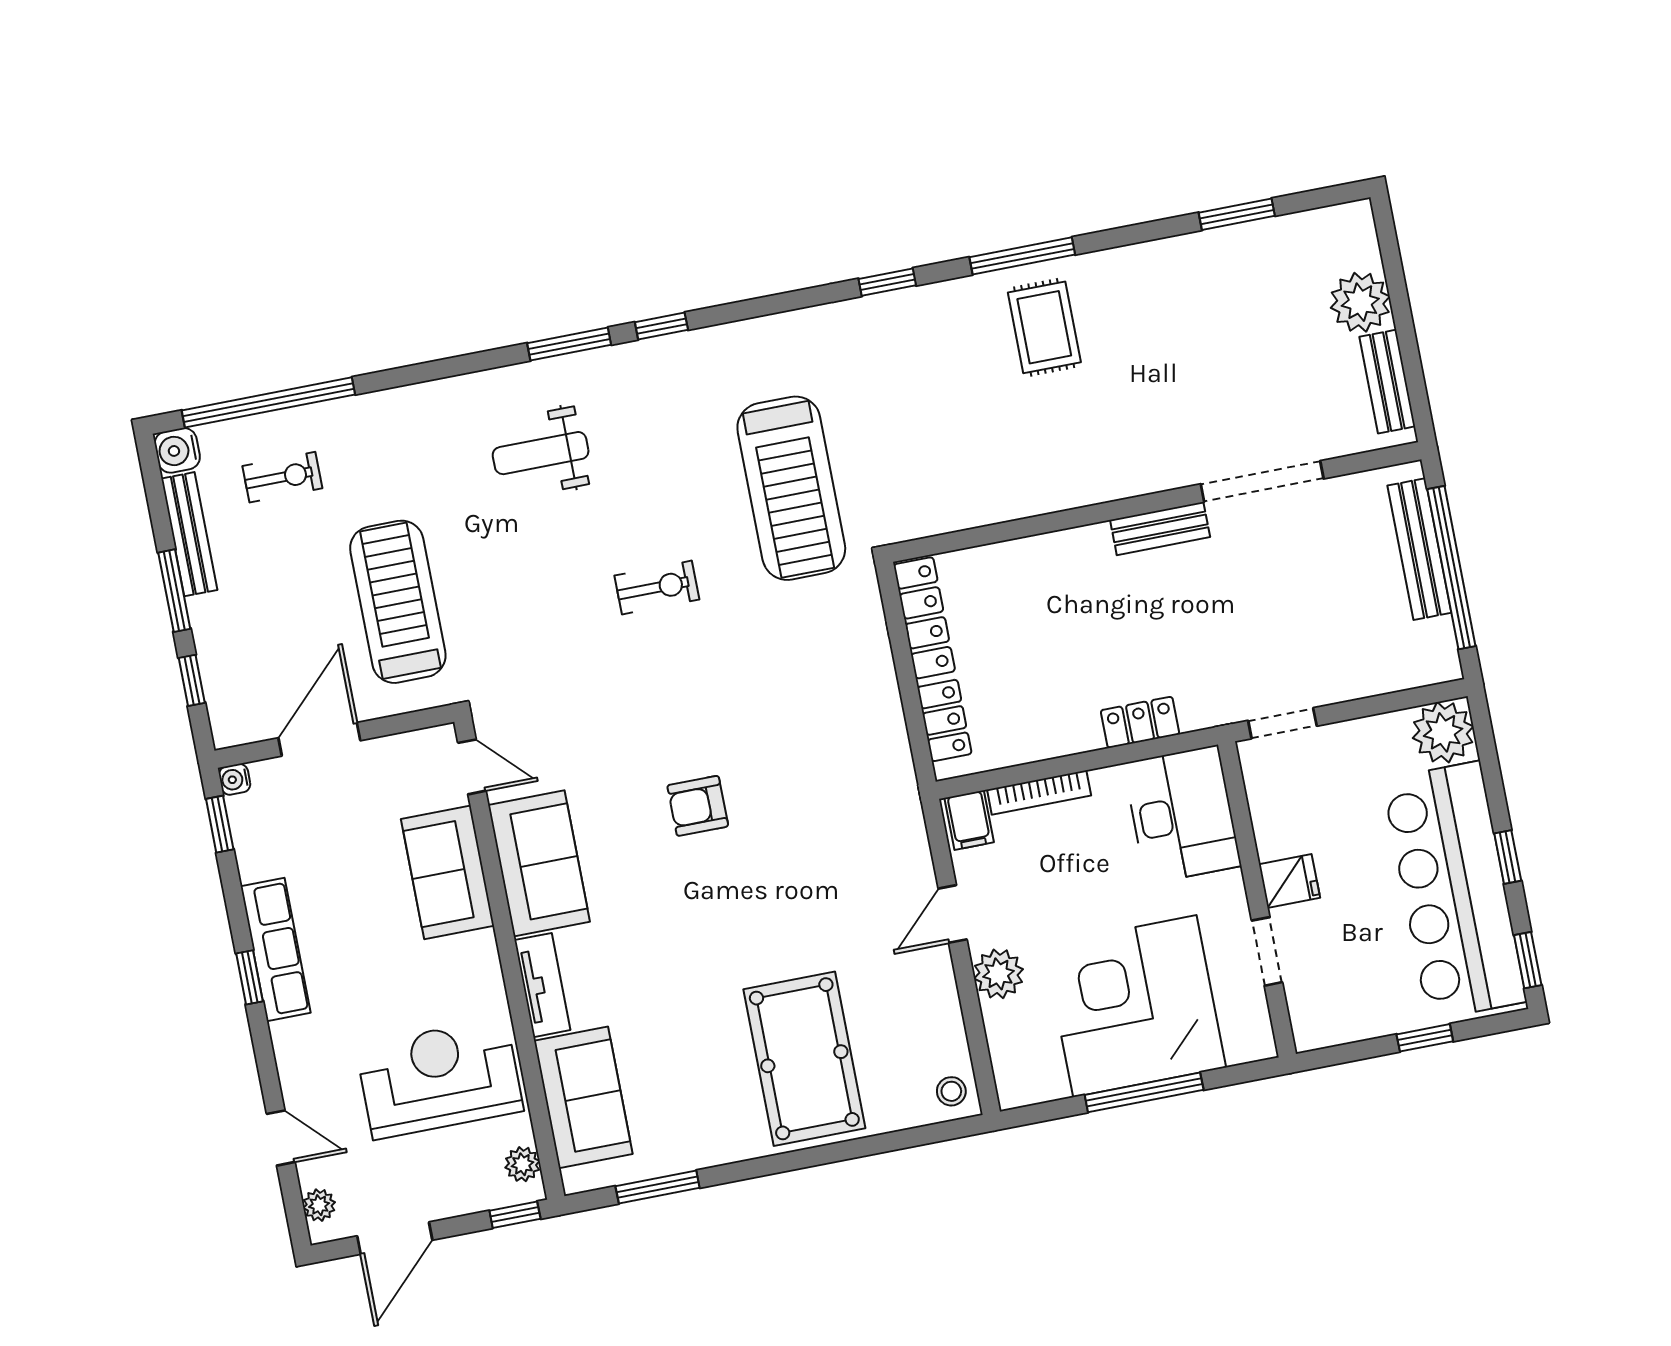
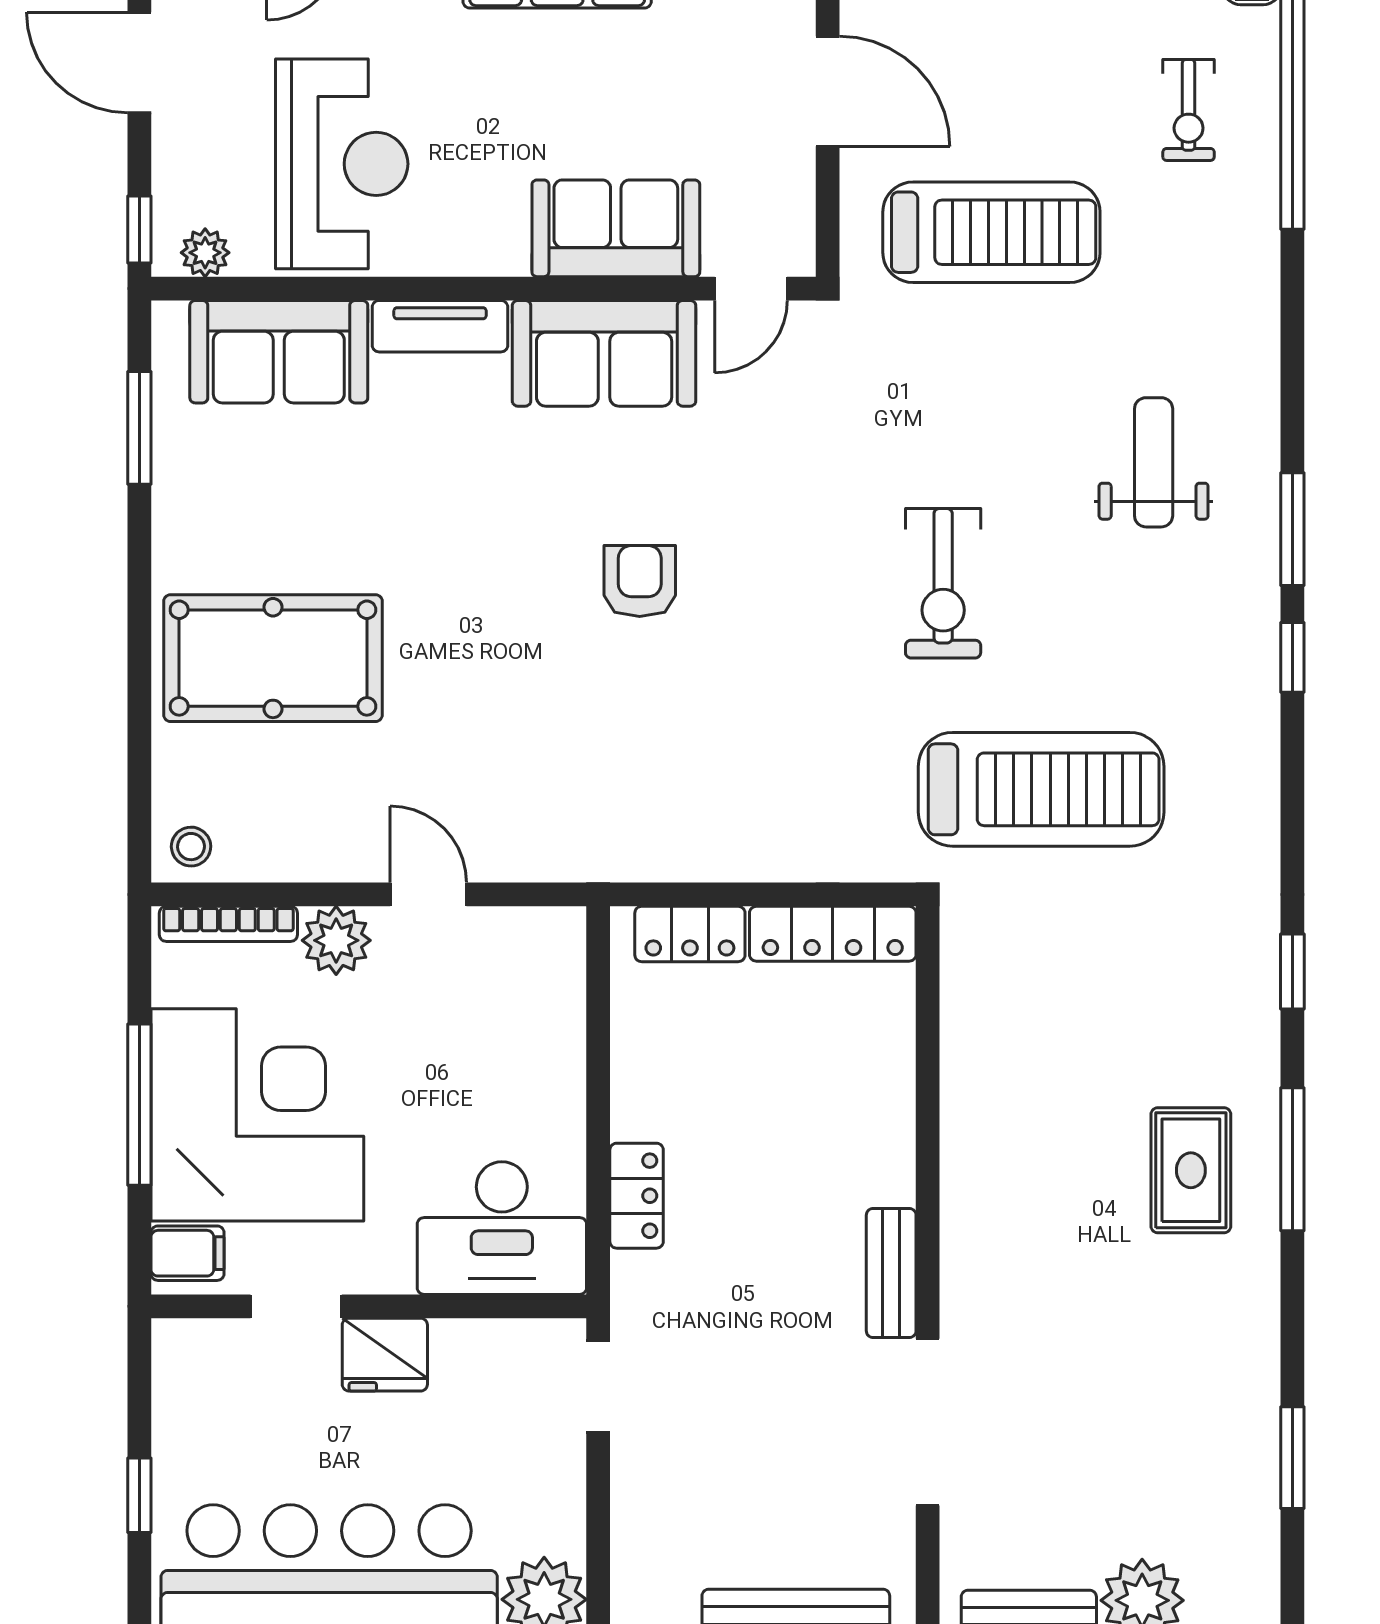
rug: (1044, 327) -> (1191, 1170), turned 90
treadmill: (791, 488) -> (1041, 789), turned 180
exercise bike: (657, 587) -> (943, 583), width x1.38, depth x1.39
bookcase: (1039, 792) -> (228, 924), moved, turned -90
filing cabinet: (969, 820) -> (188, 1253), moved, turned 180
fridge: (1289, 881) -> (385, 1355), width x1.38

